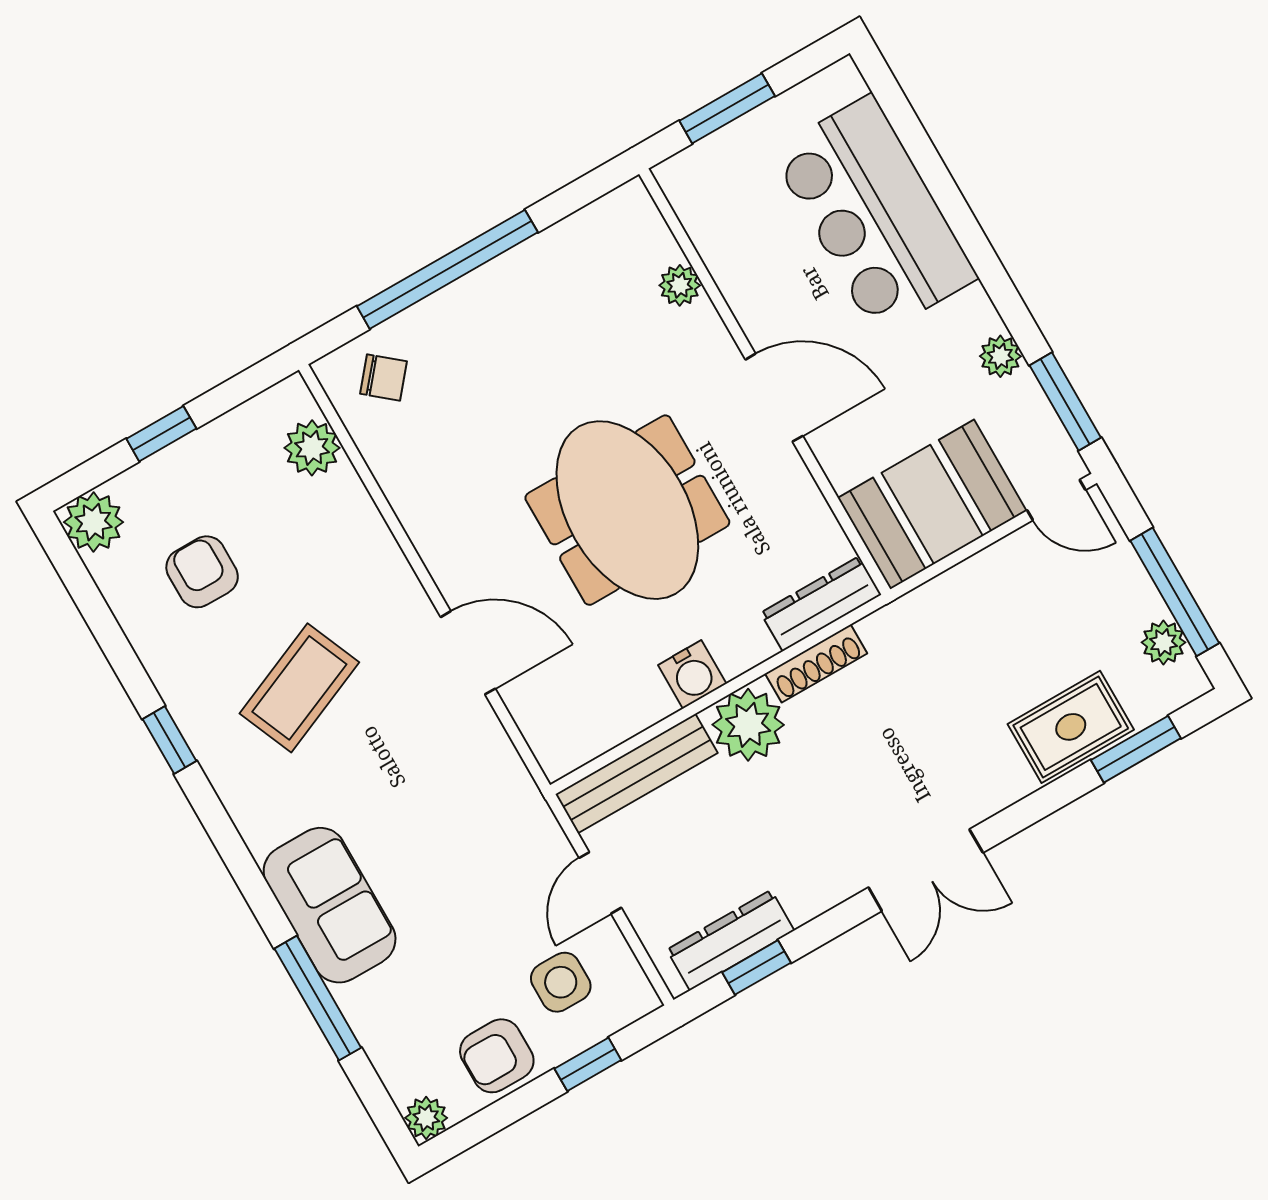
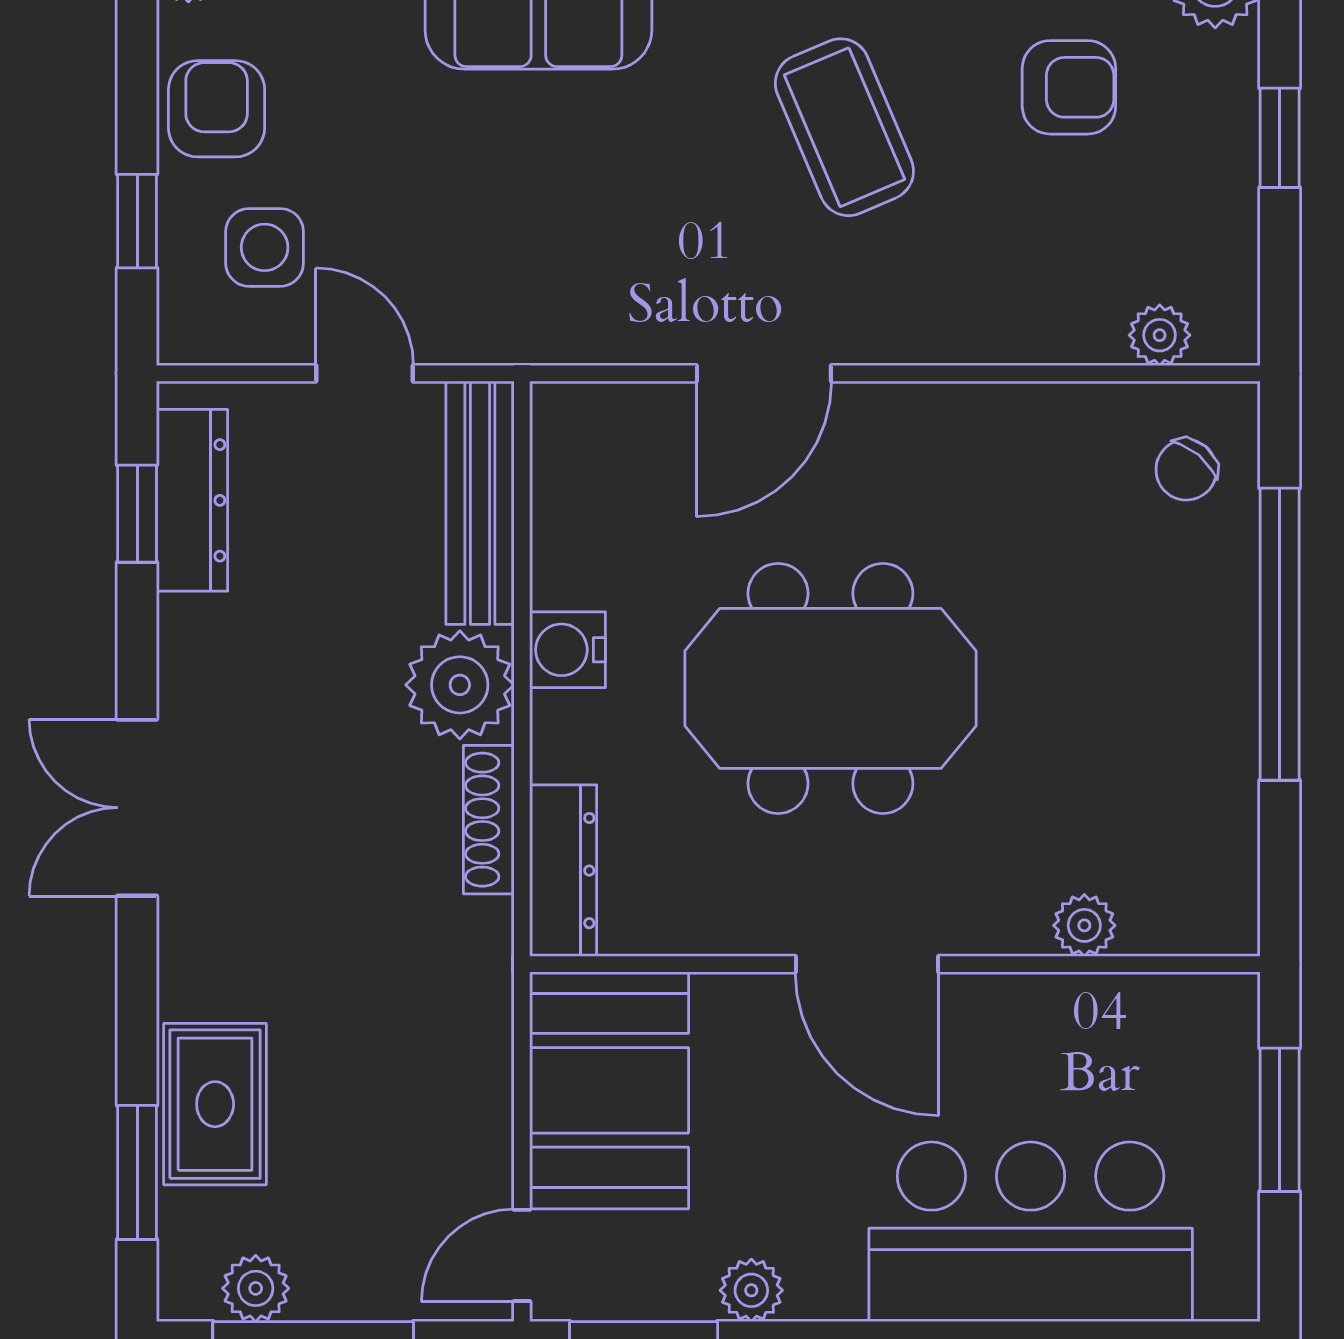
door: (774, 398) -> (867, 964), hinge flipped
plant: (312, 448) -> (1160, 335), width x0.73, depth x0.73

